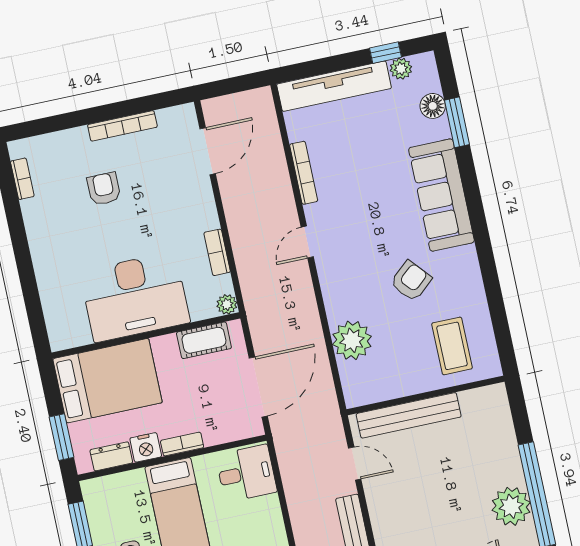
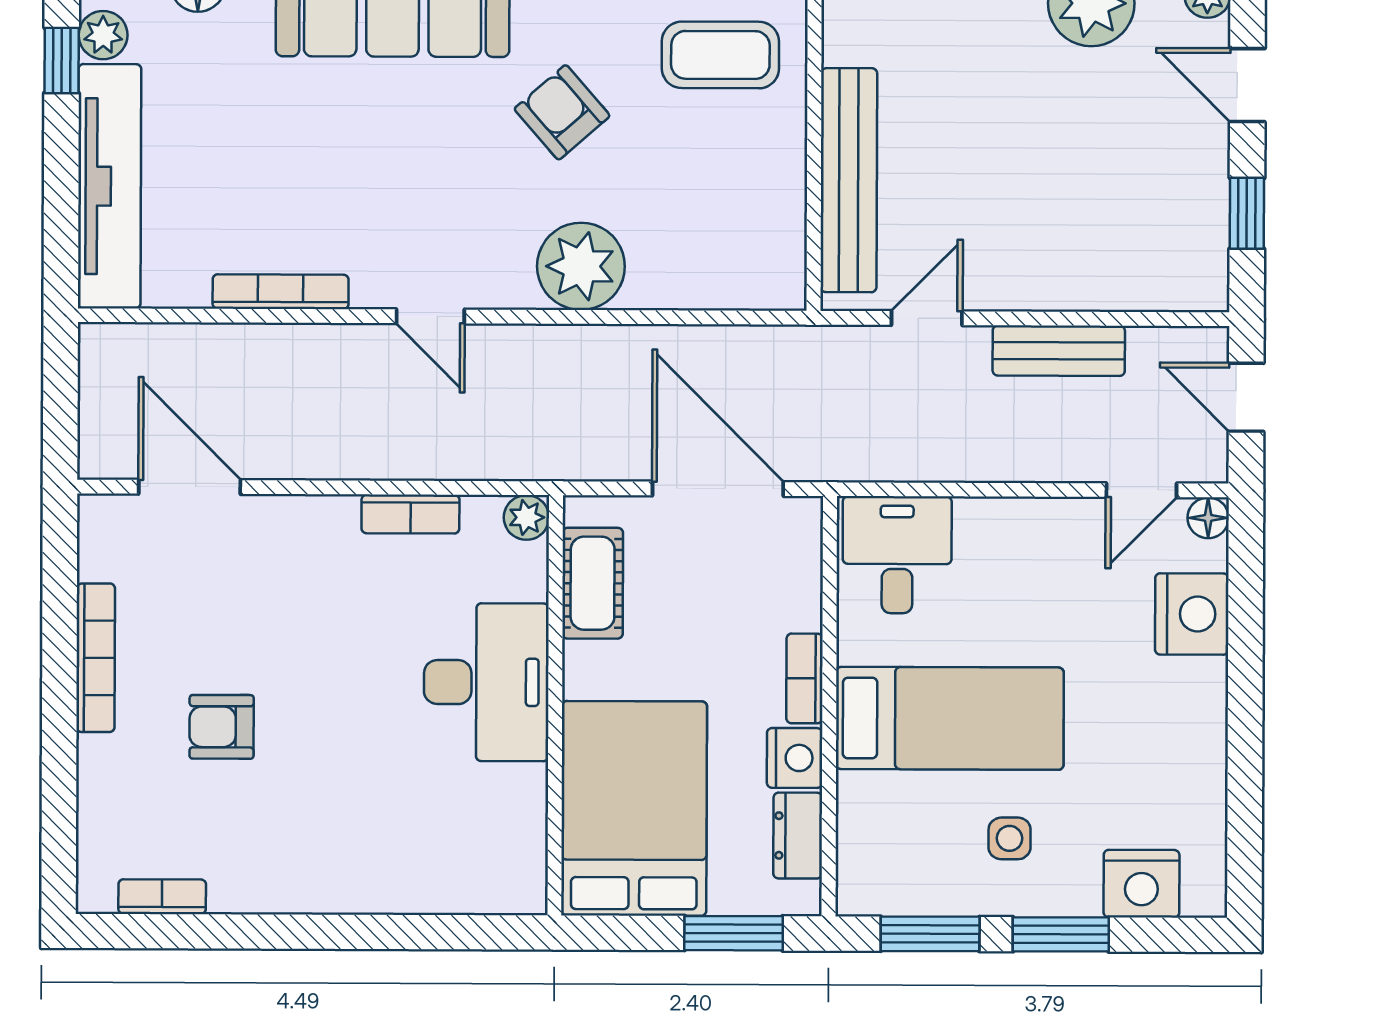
desk: (135, 297) -> (486, 682), width x0.73, depth x0.77
plant: (352, 340) -> (581, 266), moved

